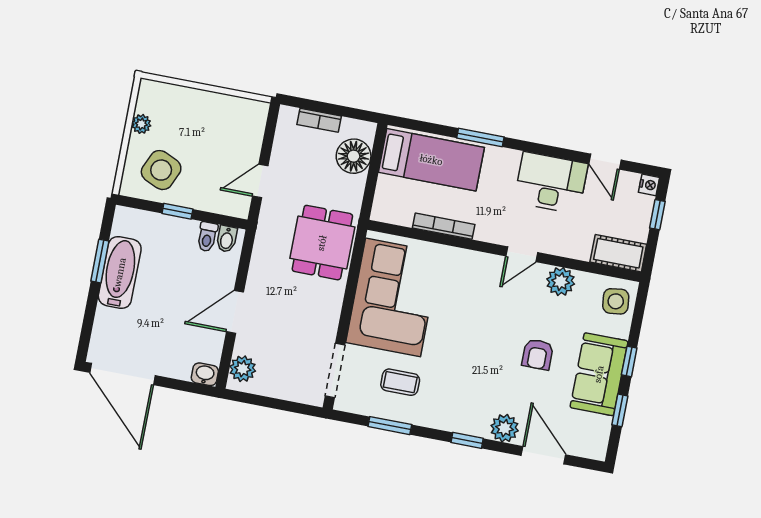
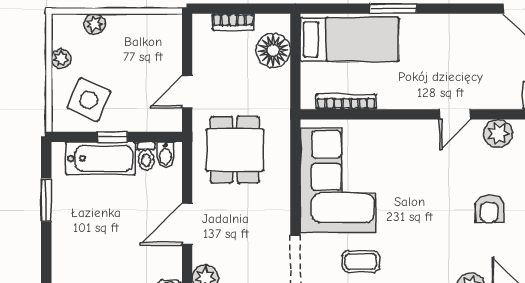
plant: (181, 96) -> (95, 24), added
desk: (551, 183) -> (470, 39), removed
bookcase: (444, 226) -> (346, 102), moved
dining table: (322, 243) -> (235, 150), moved
bathtub: (120, 272) -> (101, 158), moved, turned 90

